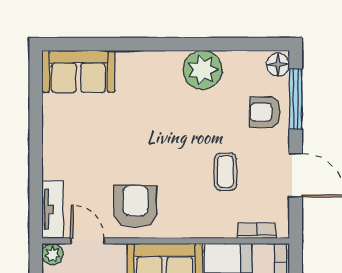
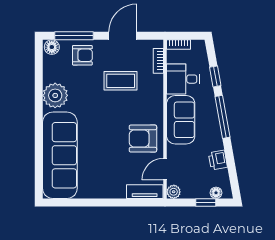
sofa: (78, 71) -> (60, 155), width x1.85, depth x1.27
armchair: (265, 112) -> (82, 55), turned -90
coffee table: (225, 172) -> (121, 81), width x1.36, depth x1.30

